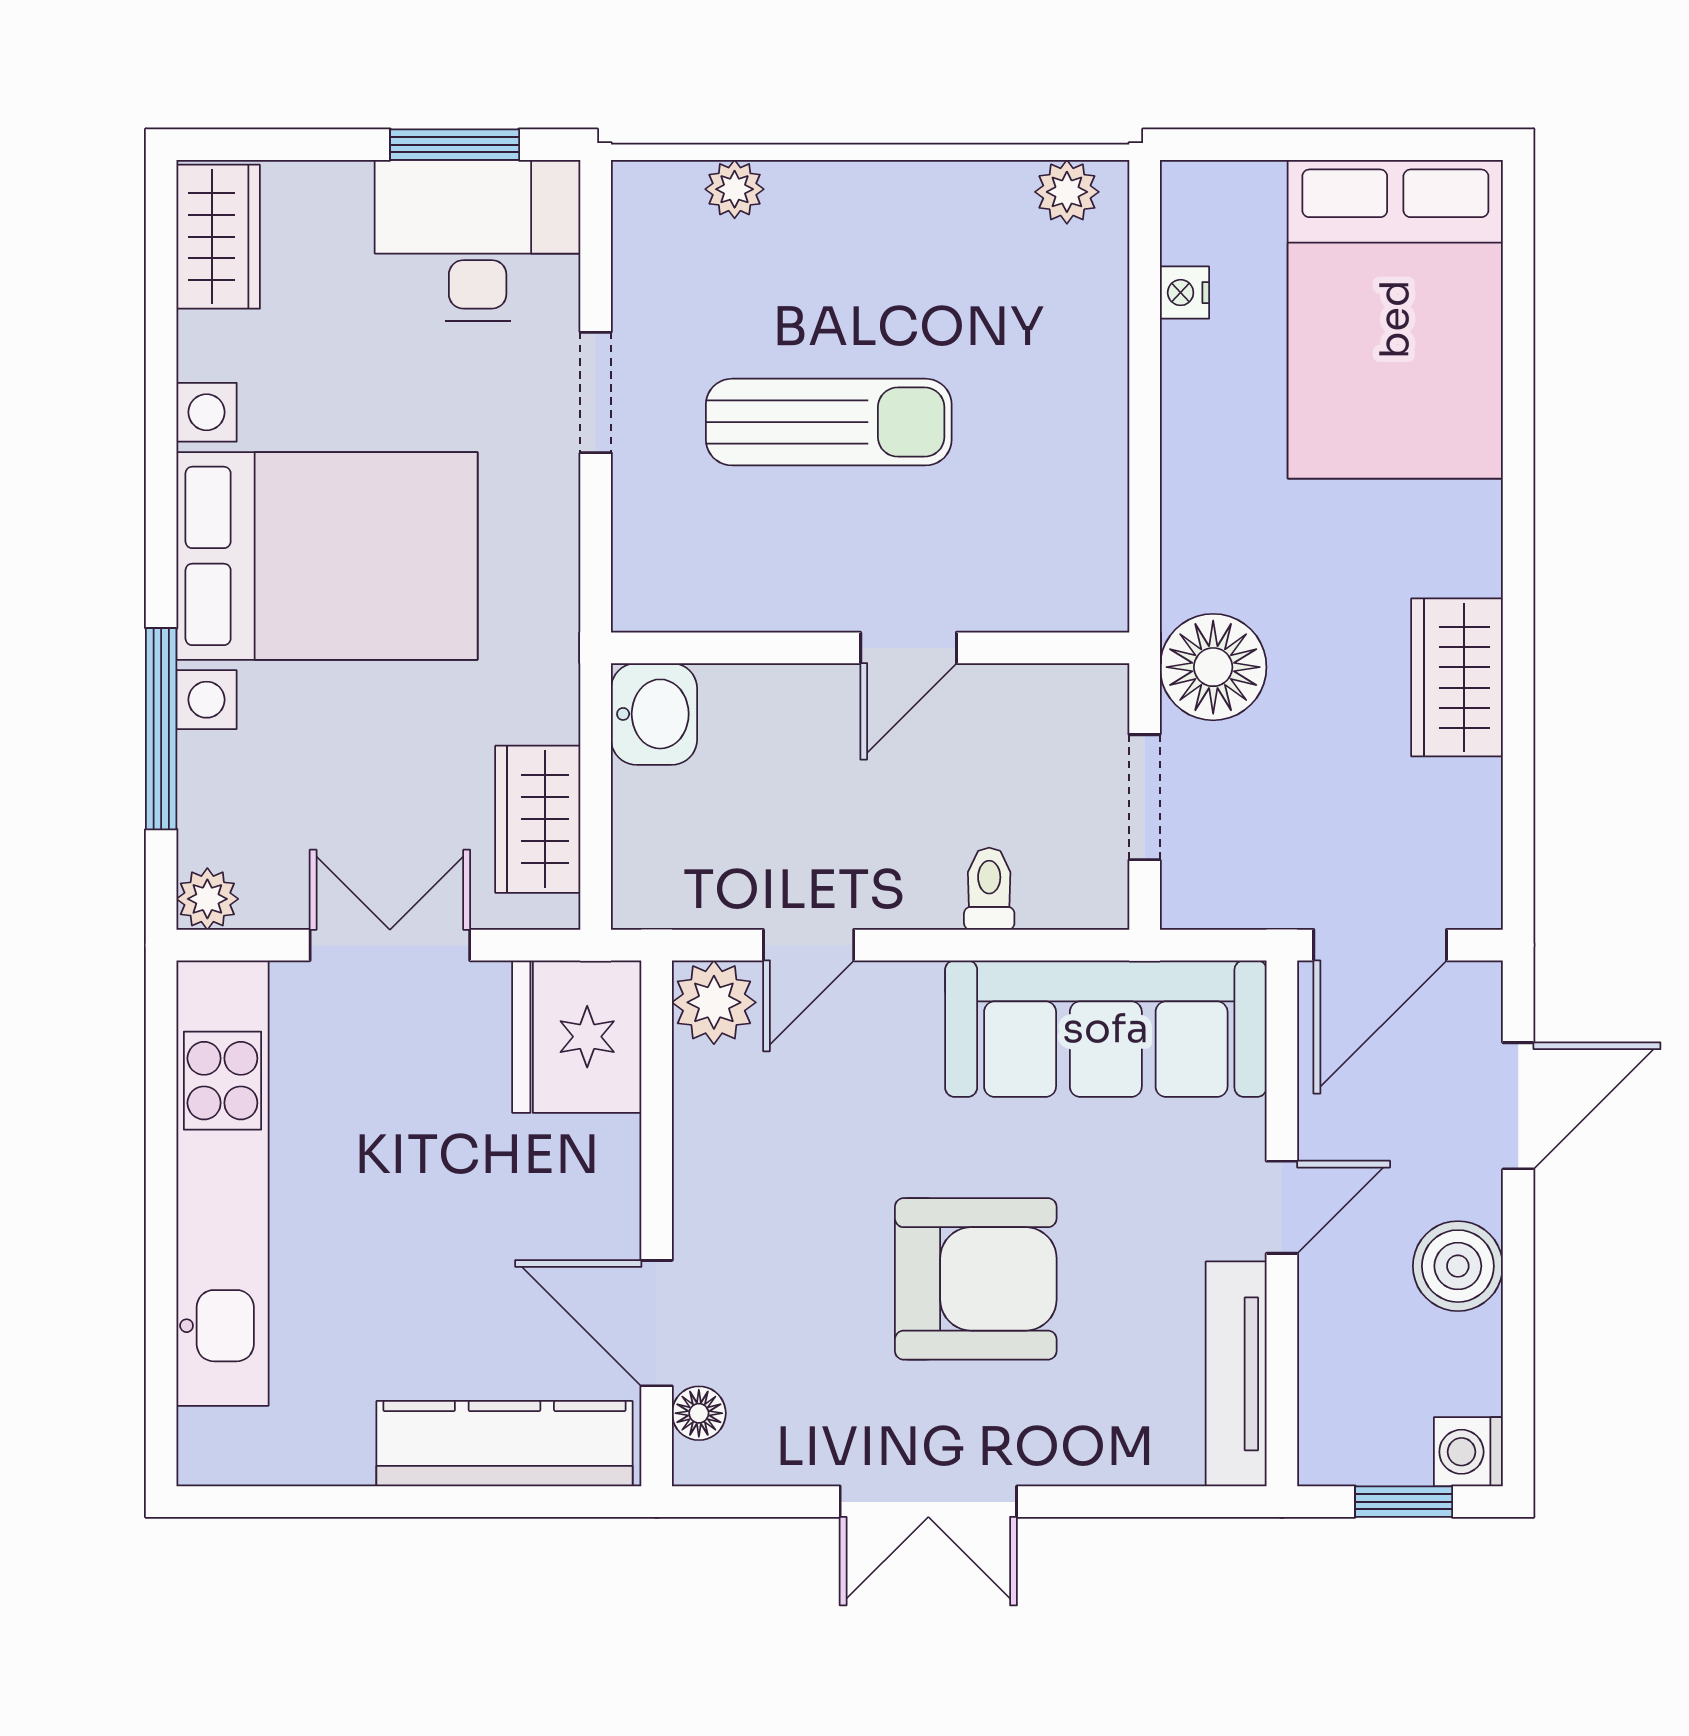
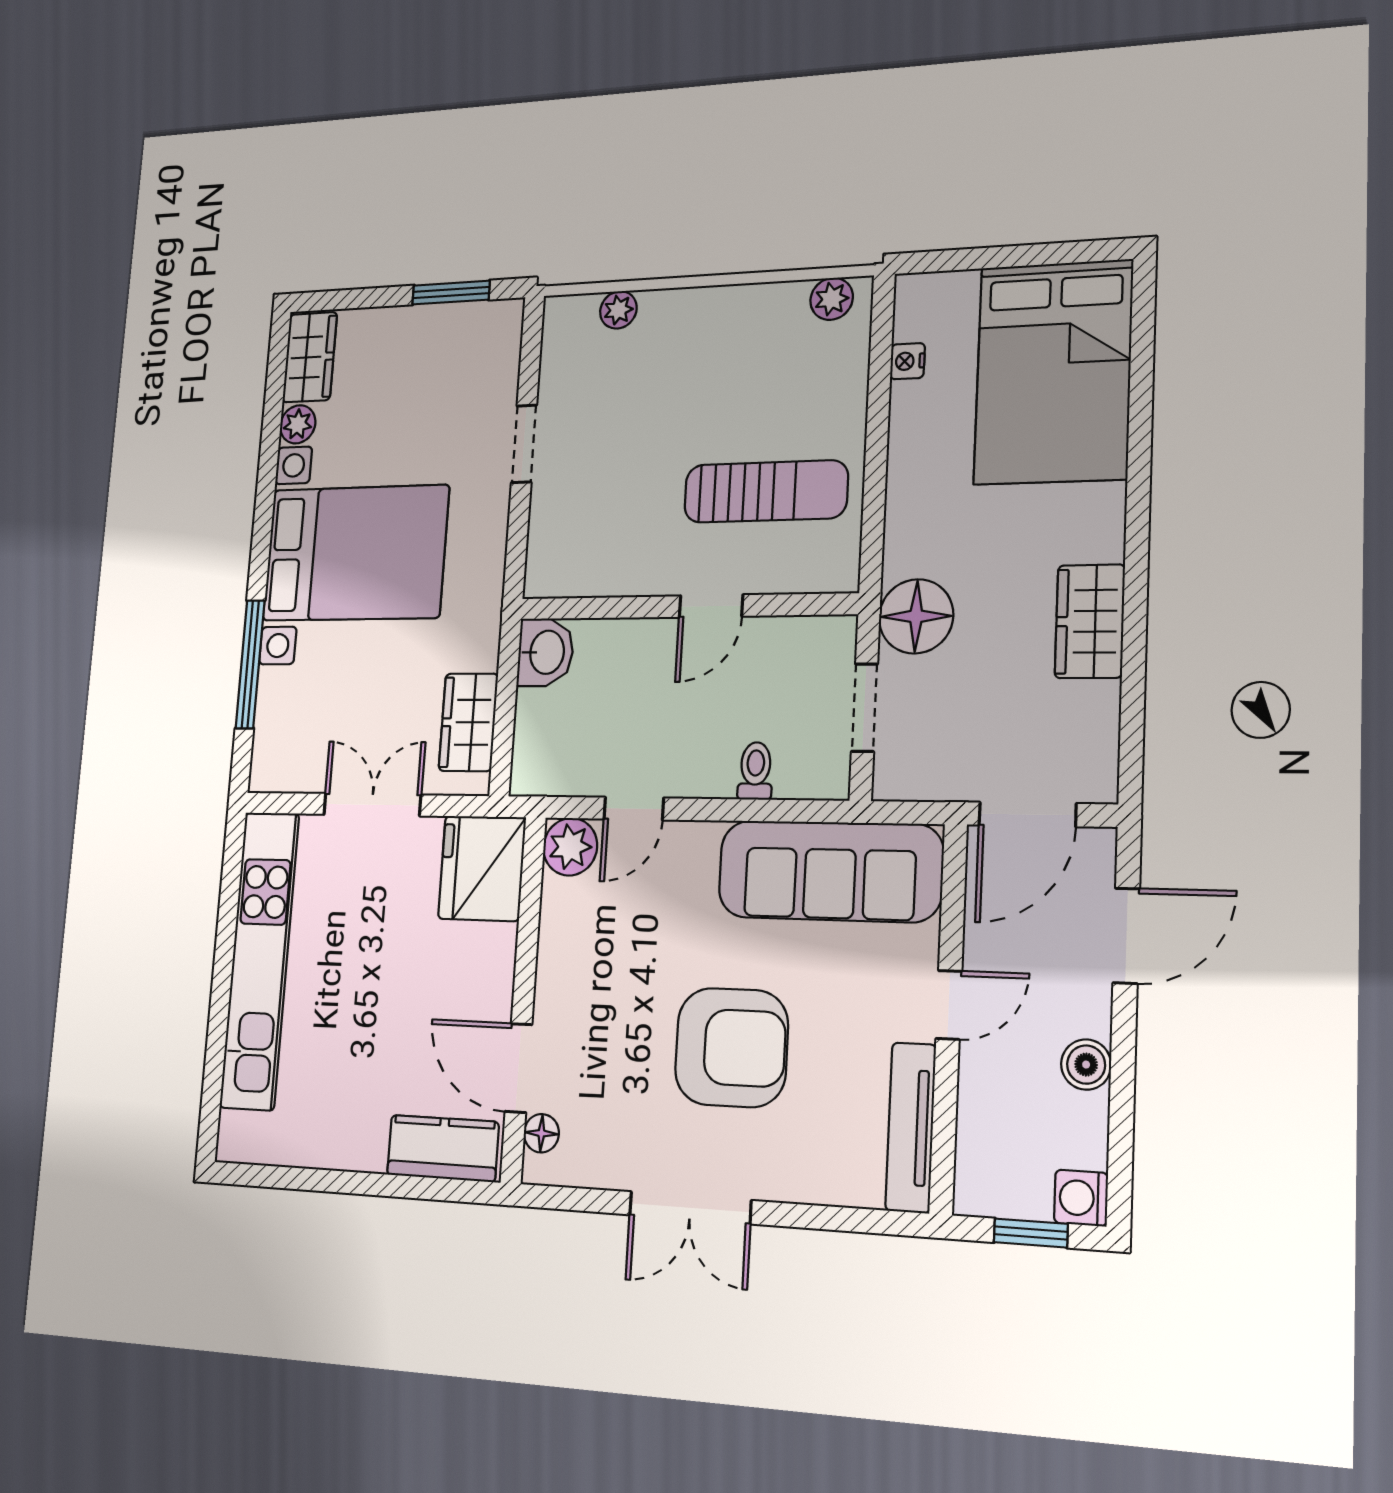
desk: (478, 241) -> (460, 351), removed
sun lounger: (829, 422) -> (766, 492), moved
plant: (207, 899) -> (298, 424), moved
boiler: (1458, 1266) -> (1086, 1065), width x0.73, depth x0.73
kitchen counter: (504, 1444) -> (443, 1148), width x0.67

